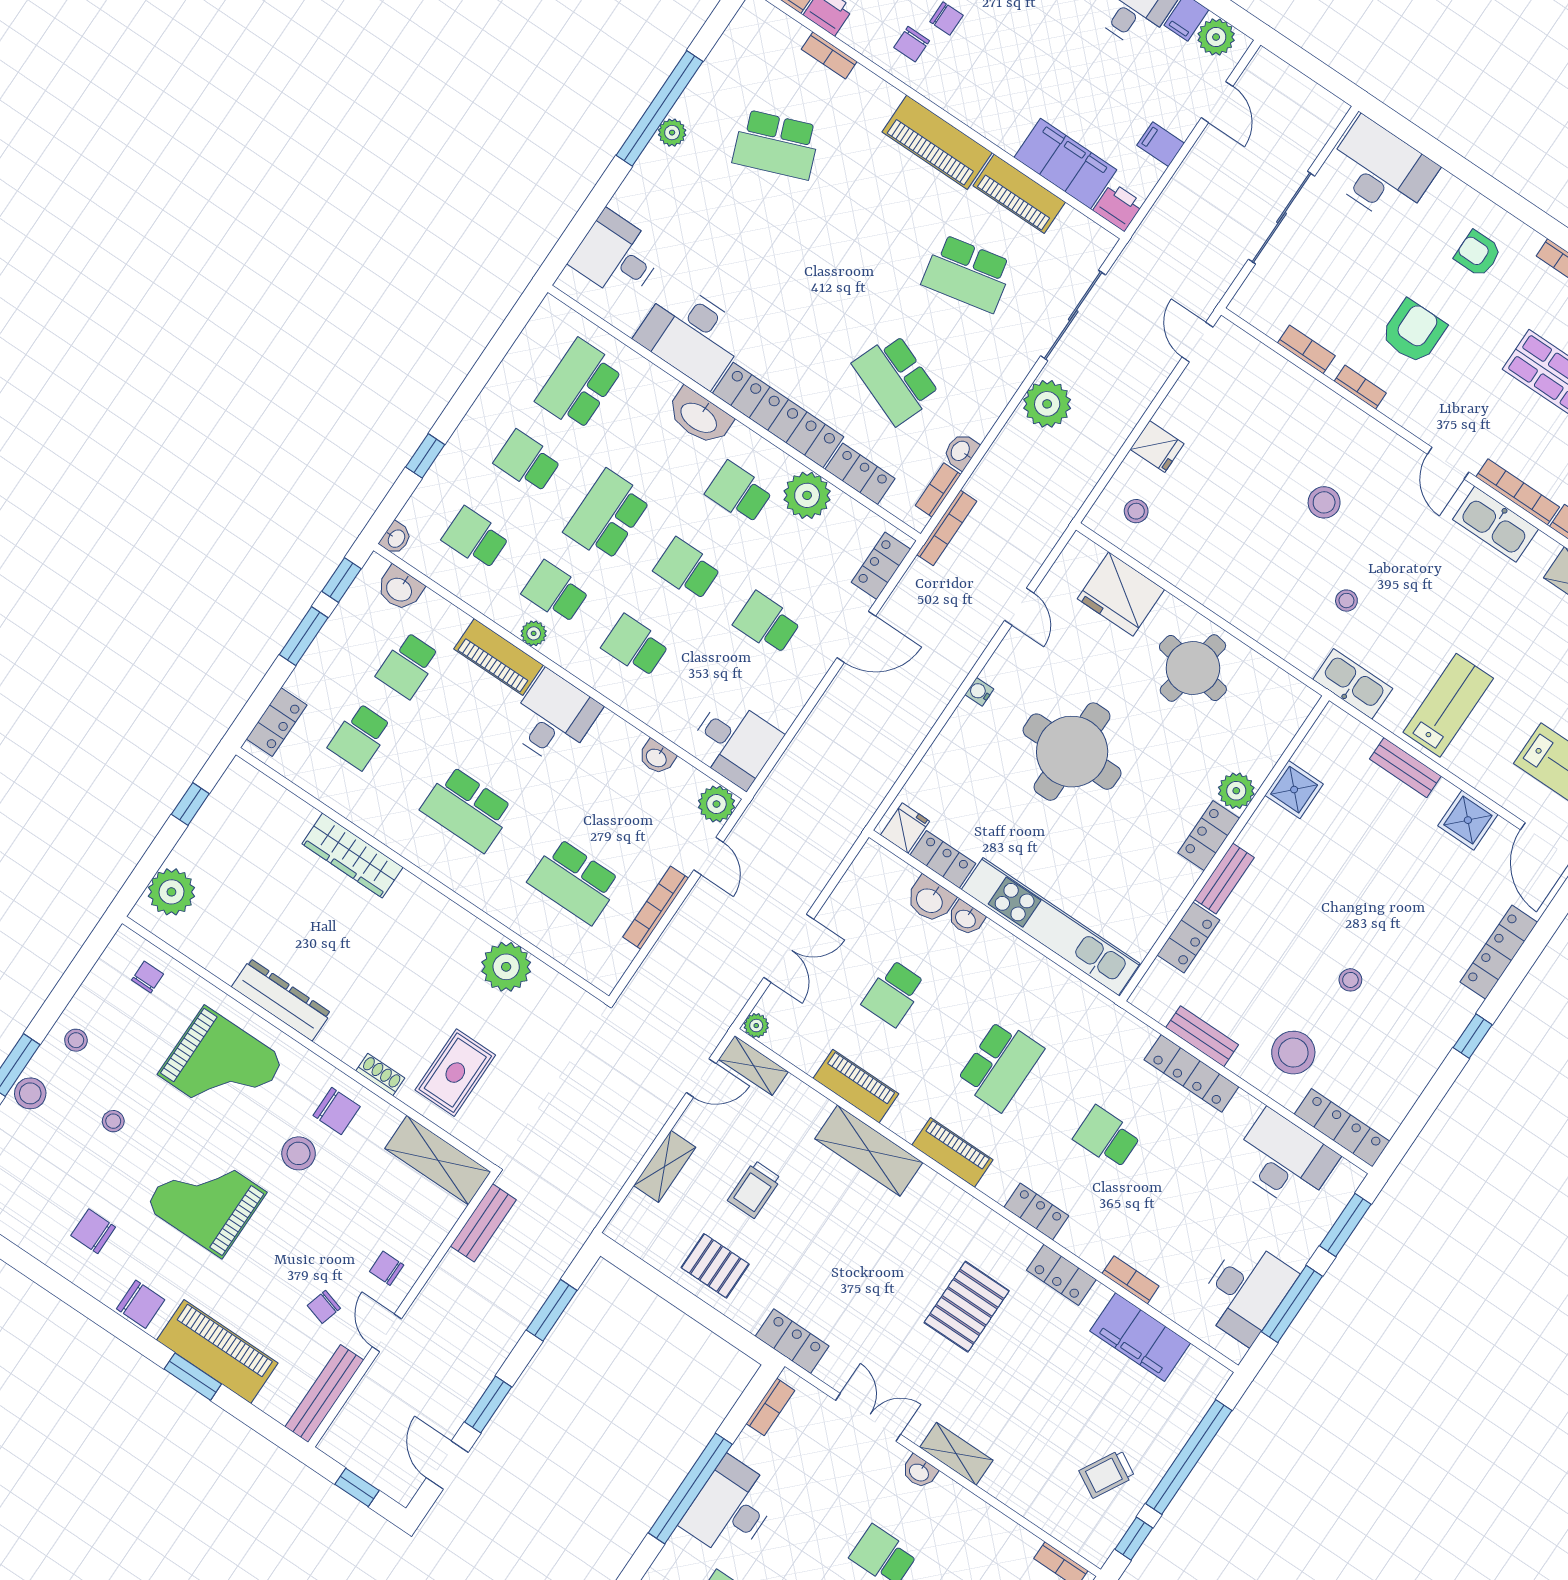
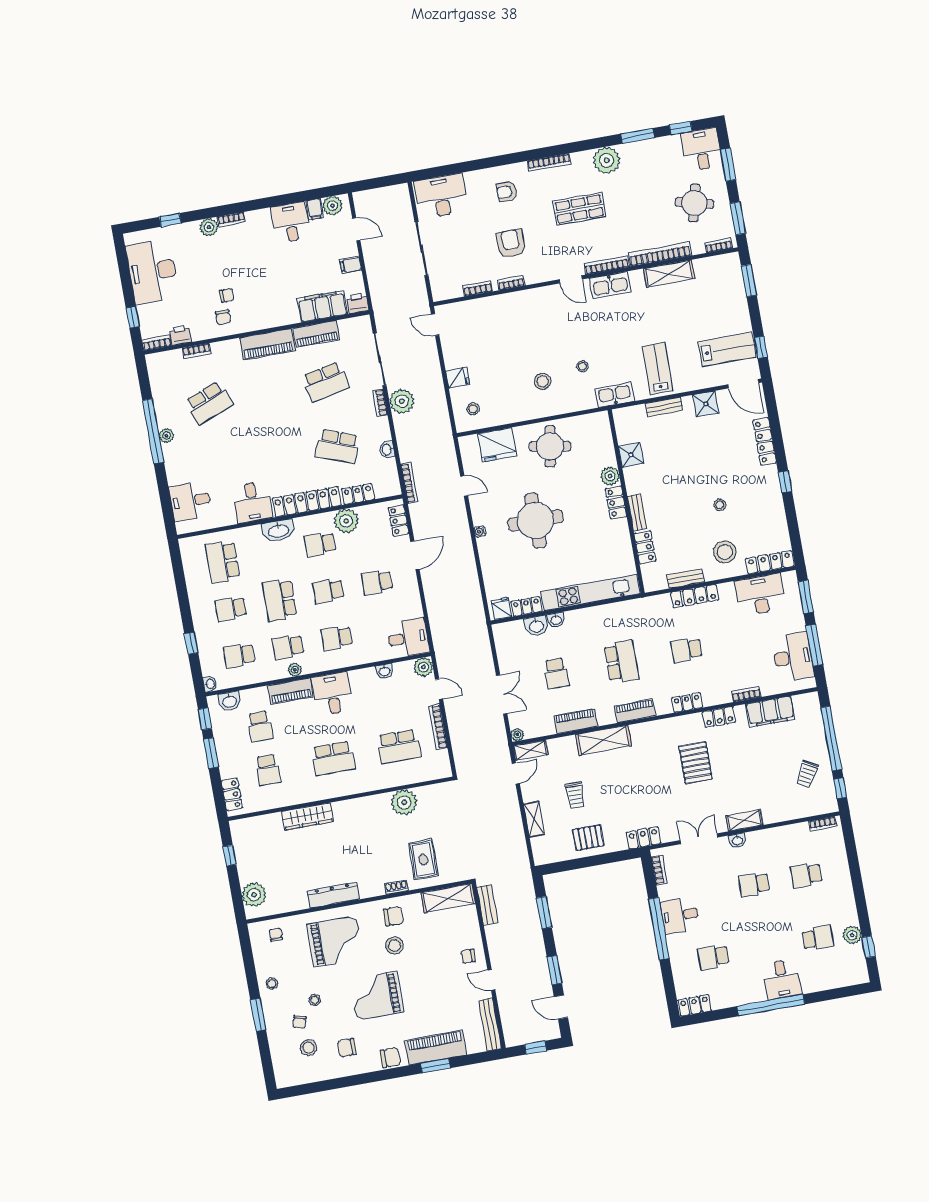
desk: (692, 335) -> (253, 502), width x0.73
bookcase: (938, 490) -> (380, 403), moved
stool: (1324, 502) -> (543, 381), moved
stool: (30, 1093) -> (308, 1048), moved
chair: (324, 1307) -> (299, 1022), moved
desk: (731, 1508) -> (680, 915), width x0.73

